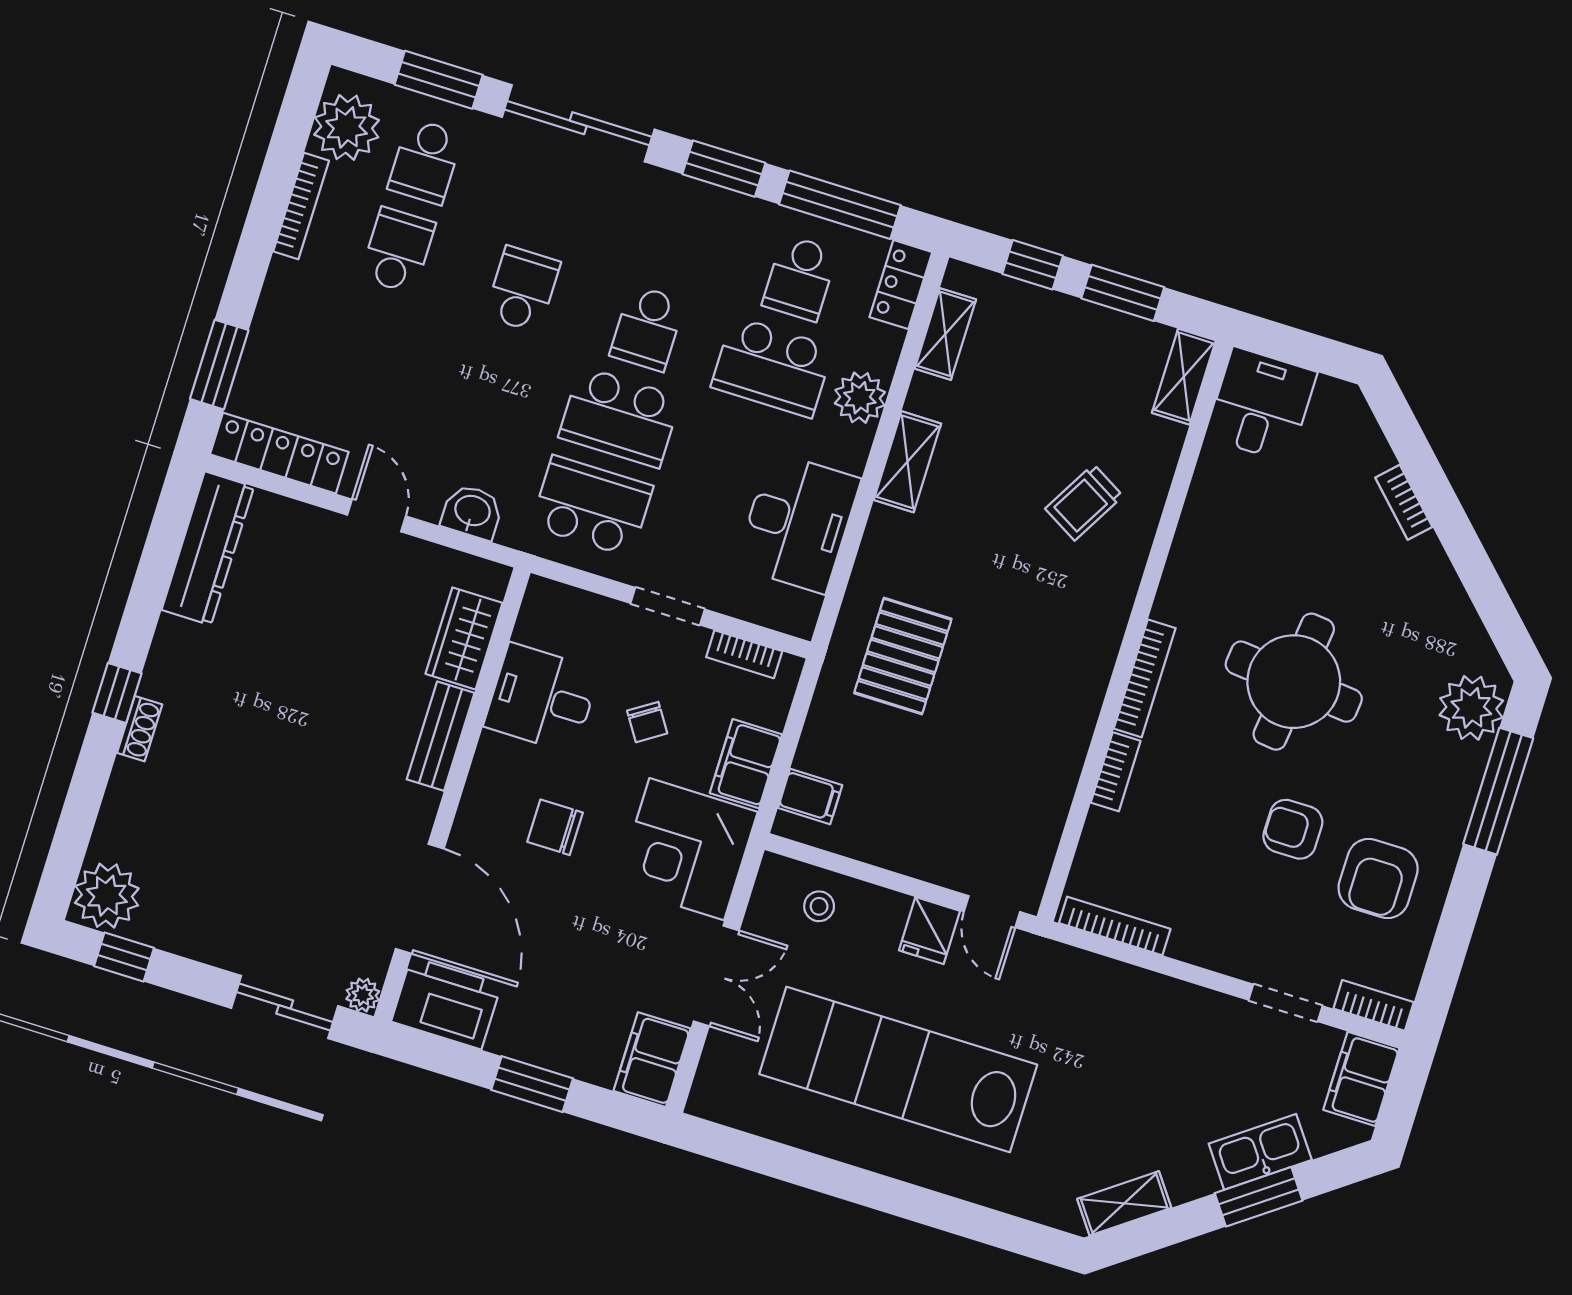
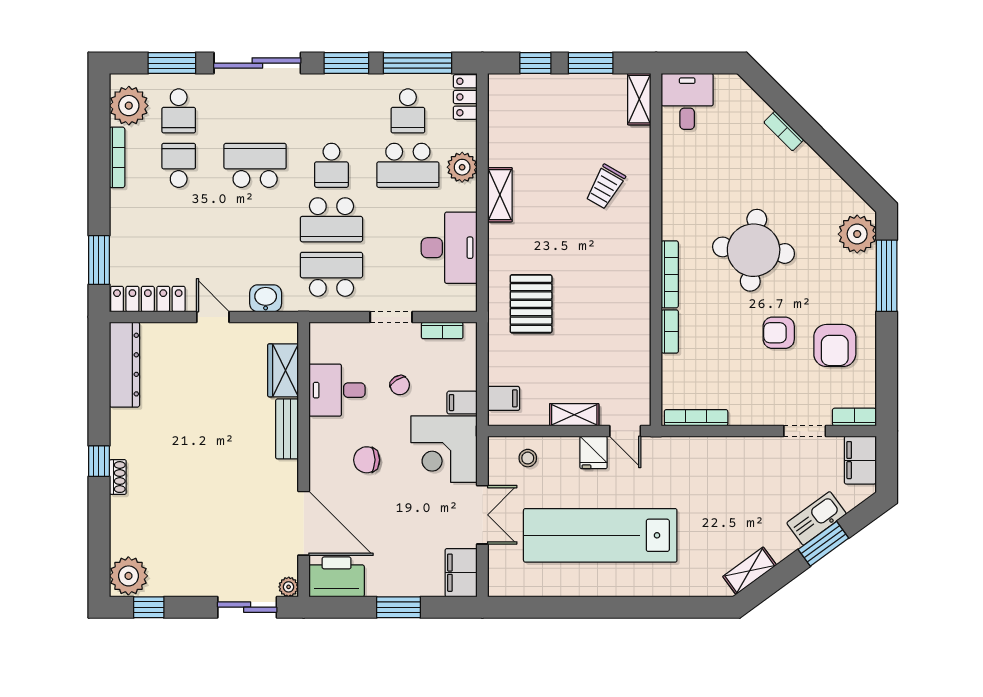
school desk: (523, 289) -> (255, 165), width x1.85
shelving: (945, 334) -> (574, 415), moved, turned 90
filing cabinet: (746, 764) -> (462, 403), width x0.50

